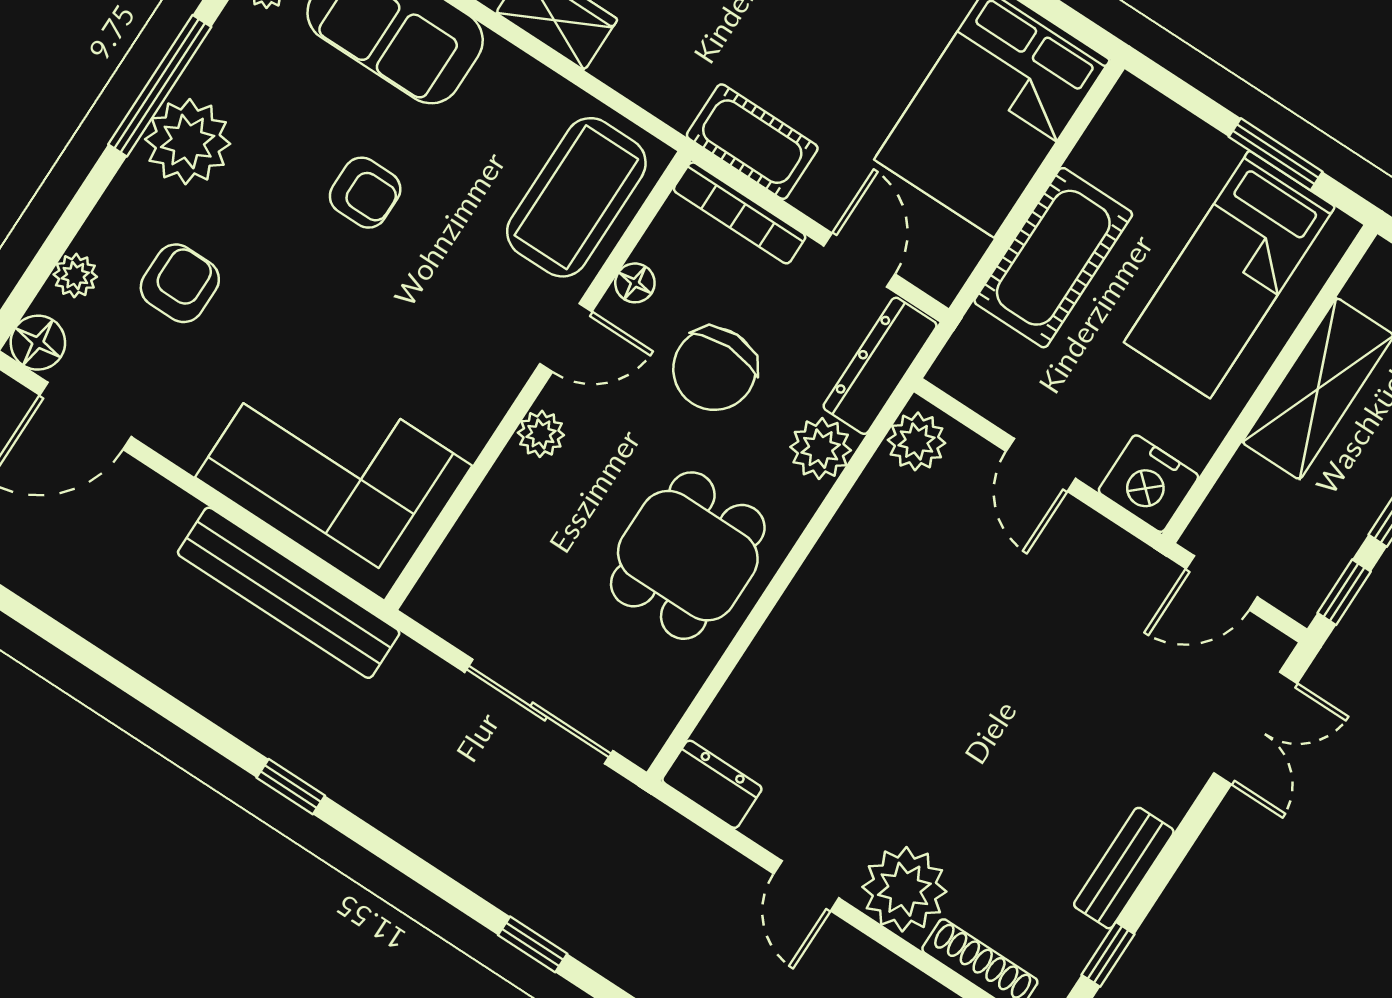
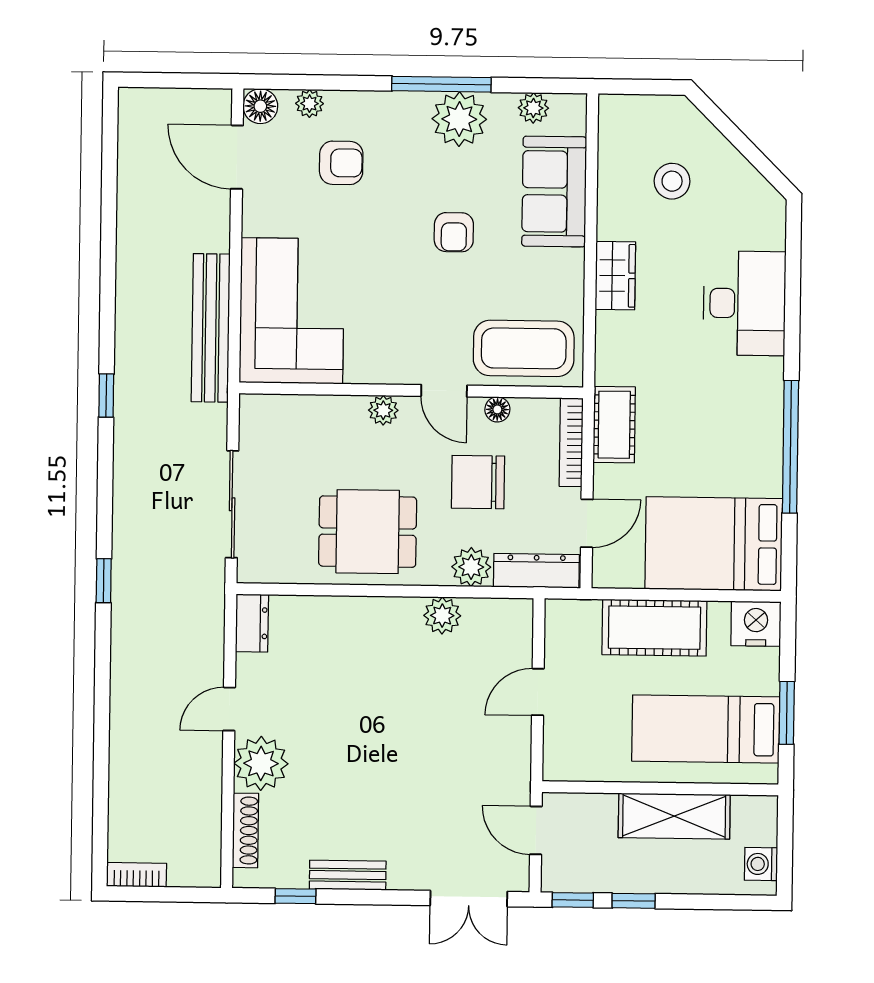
plant: (188, 142) -> (459, 119), moved
plant: (916, 441) -> (442, 616), moved
nightstand: (1148, 484) -> (756, 624), moved, turned 90

